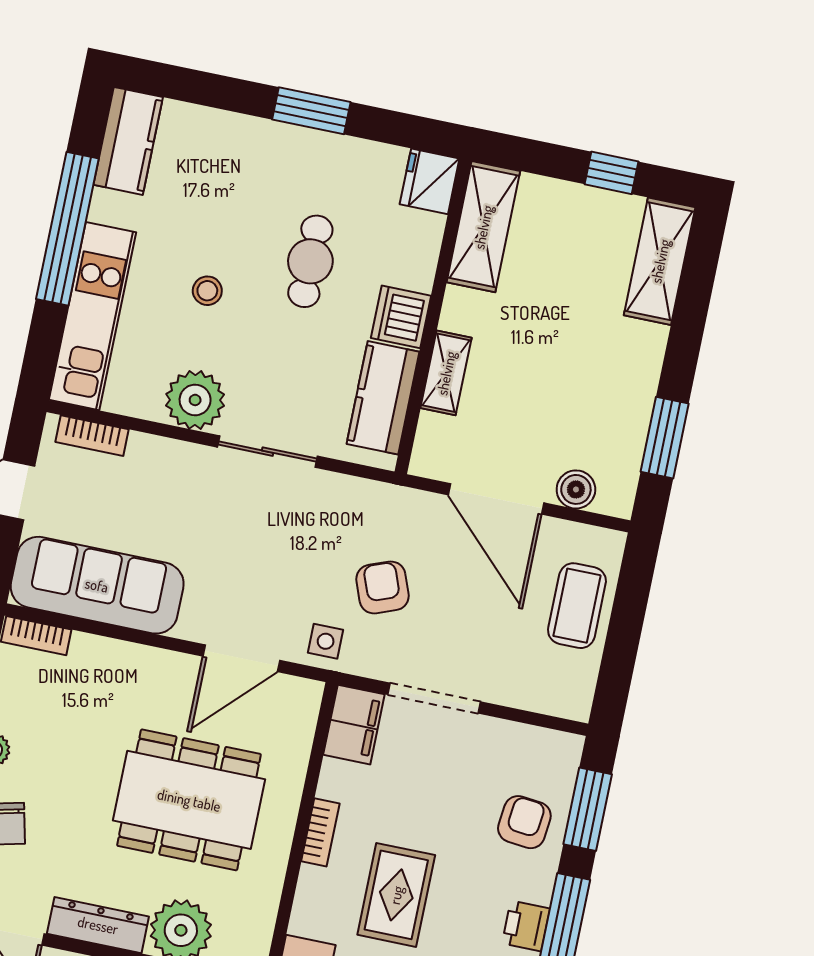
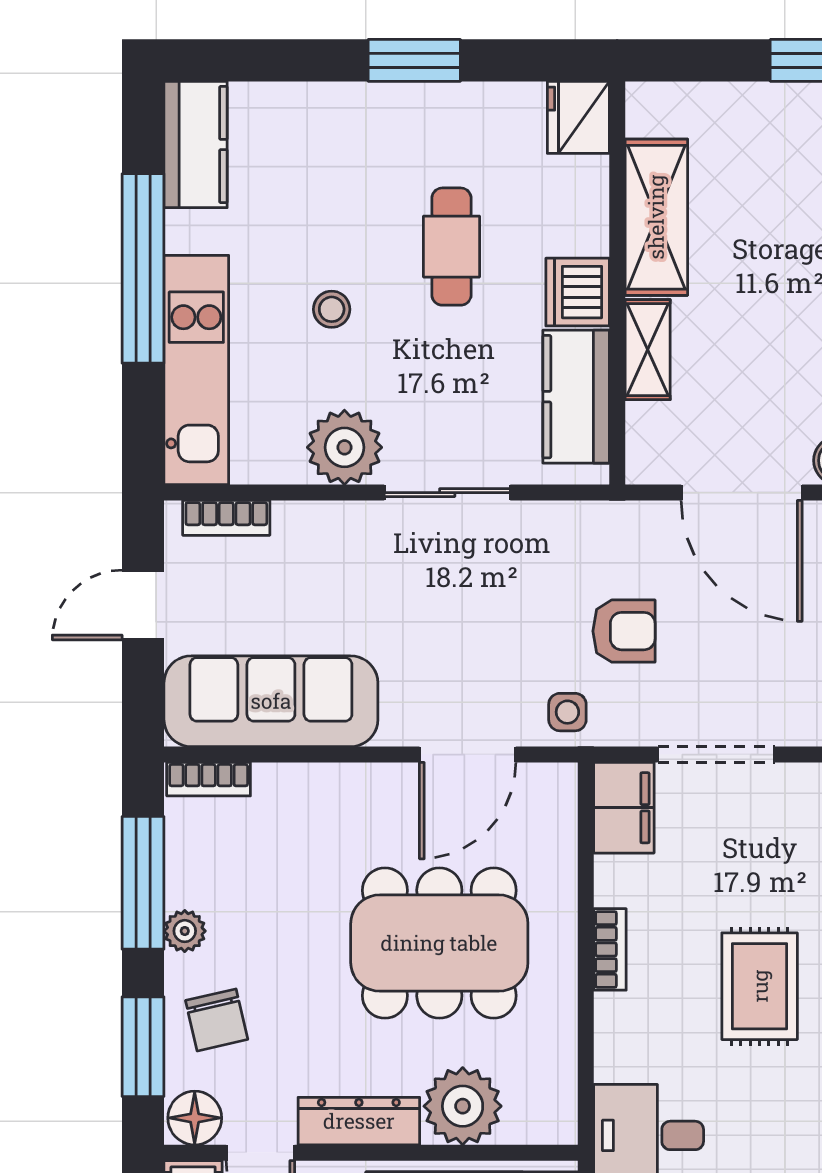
shelving: (483, 227) -> (656, 217), moved
armchair: (382, 587) -> (624, 631), turned 111
rug: (396, 895) -> (760, 986), moved

